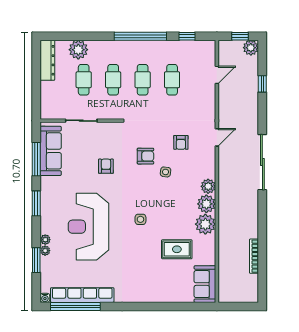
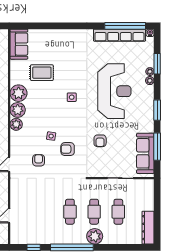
plant: (78, 50) -> (95, 236), moved
cafe table: (172, 80) -> (46, 212), removed

